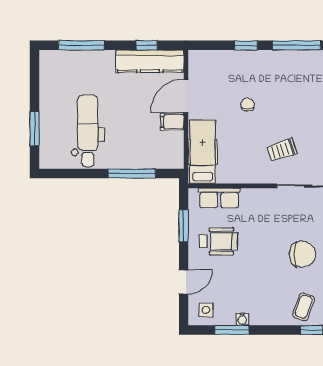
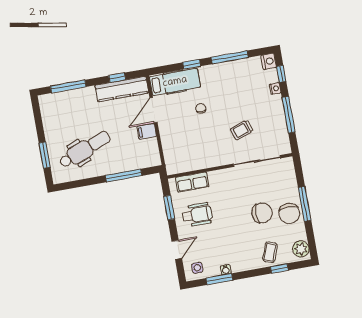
dental chair: (88, 131) -> (85, 149), turned 69
trolley: (282, 150) -> (242, 130), moved
hospital bed: (203, 152) -> (175, 82), moved, turned 90

